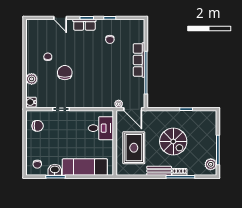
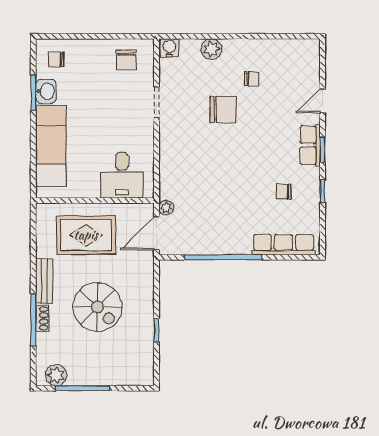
row of seats: (139, 60) -> (284, 245), moved
spiral stairs: (173, 142) -> (98, 307), turned -90

